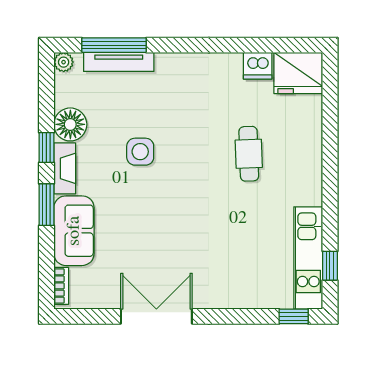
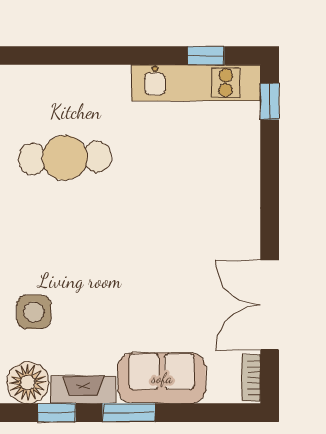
side table: (140, 152) -> (34, 312), moved
cafe table: (249, 154) -> (65, 158), width x1.37, depth x1.35
bookcase: (61, 286) -> (251, 378), moved, turned -90
double door: (156, 316) -> (270, 305), moved

